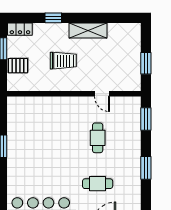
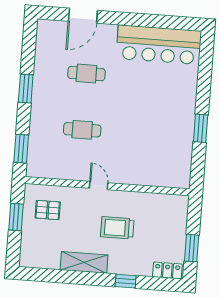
pallet: (18, 66) -> (48, 210), moved
door: (102, 94) -> (99, 185), moved
cafe table: (98, 138) -> (82, 130), turned 90

